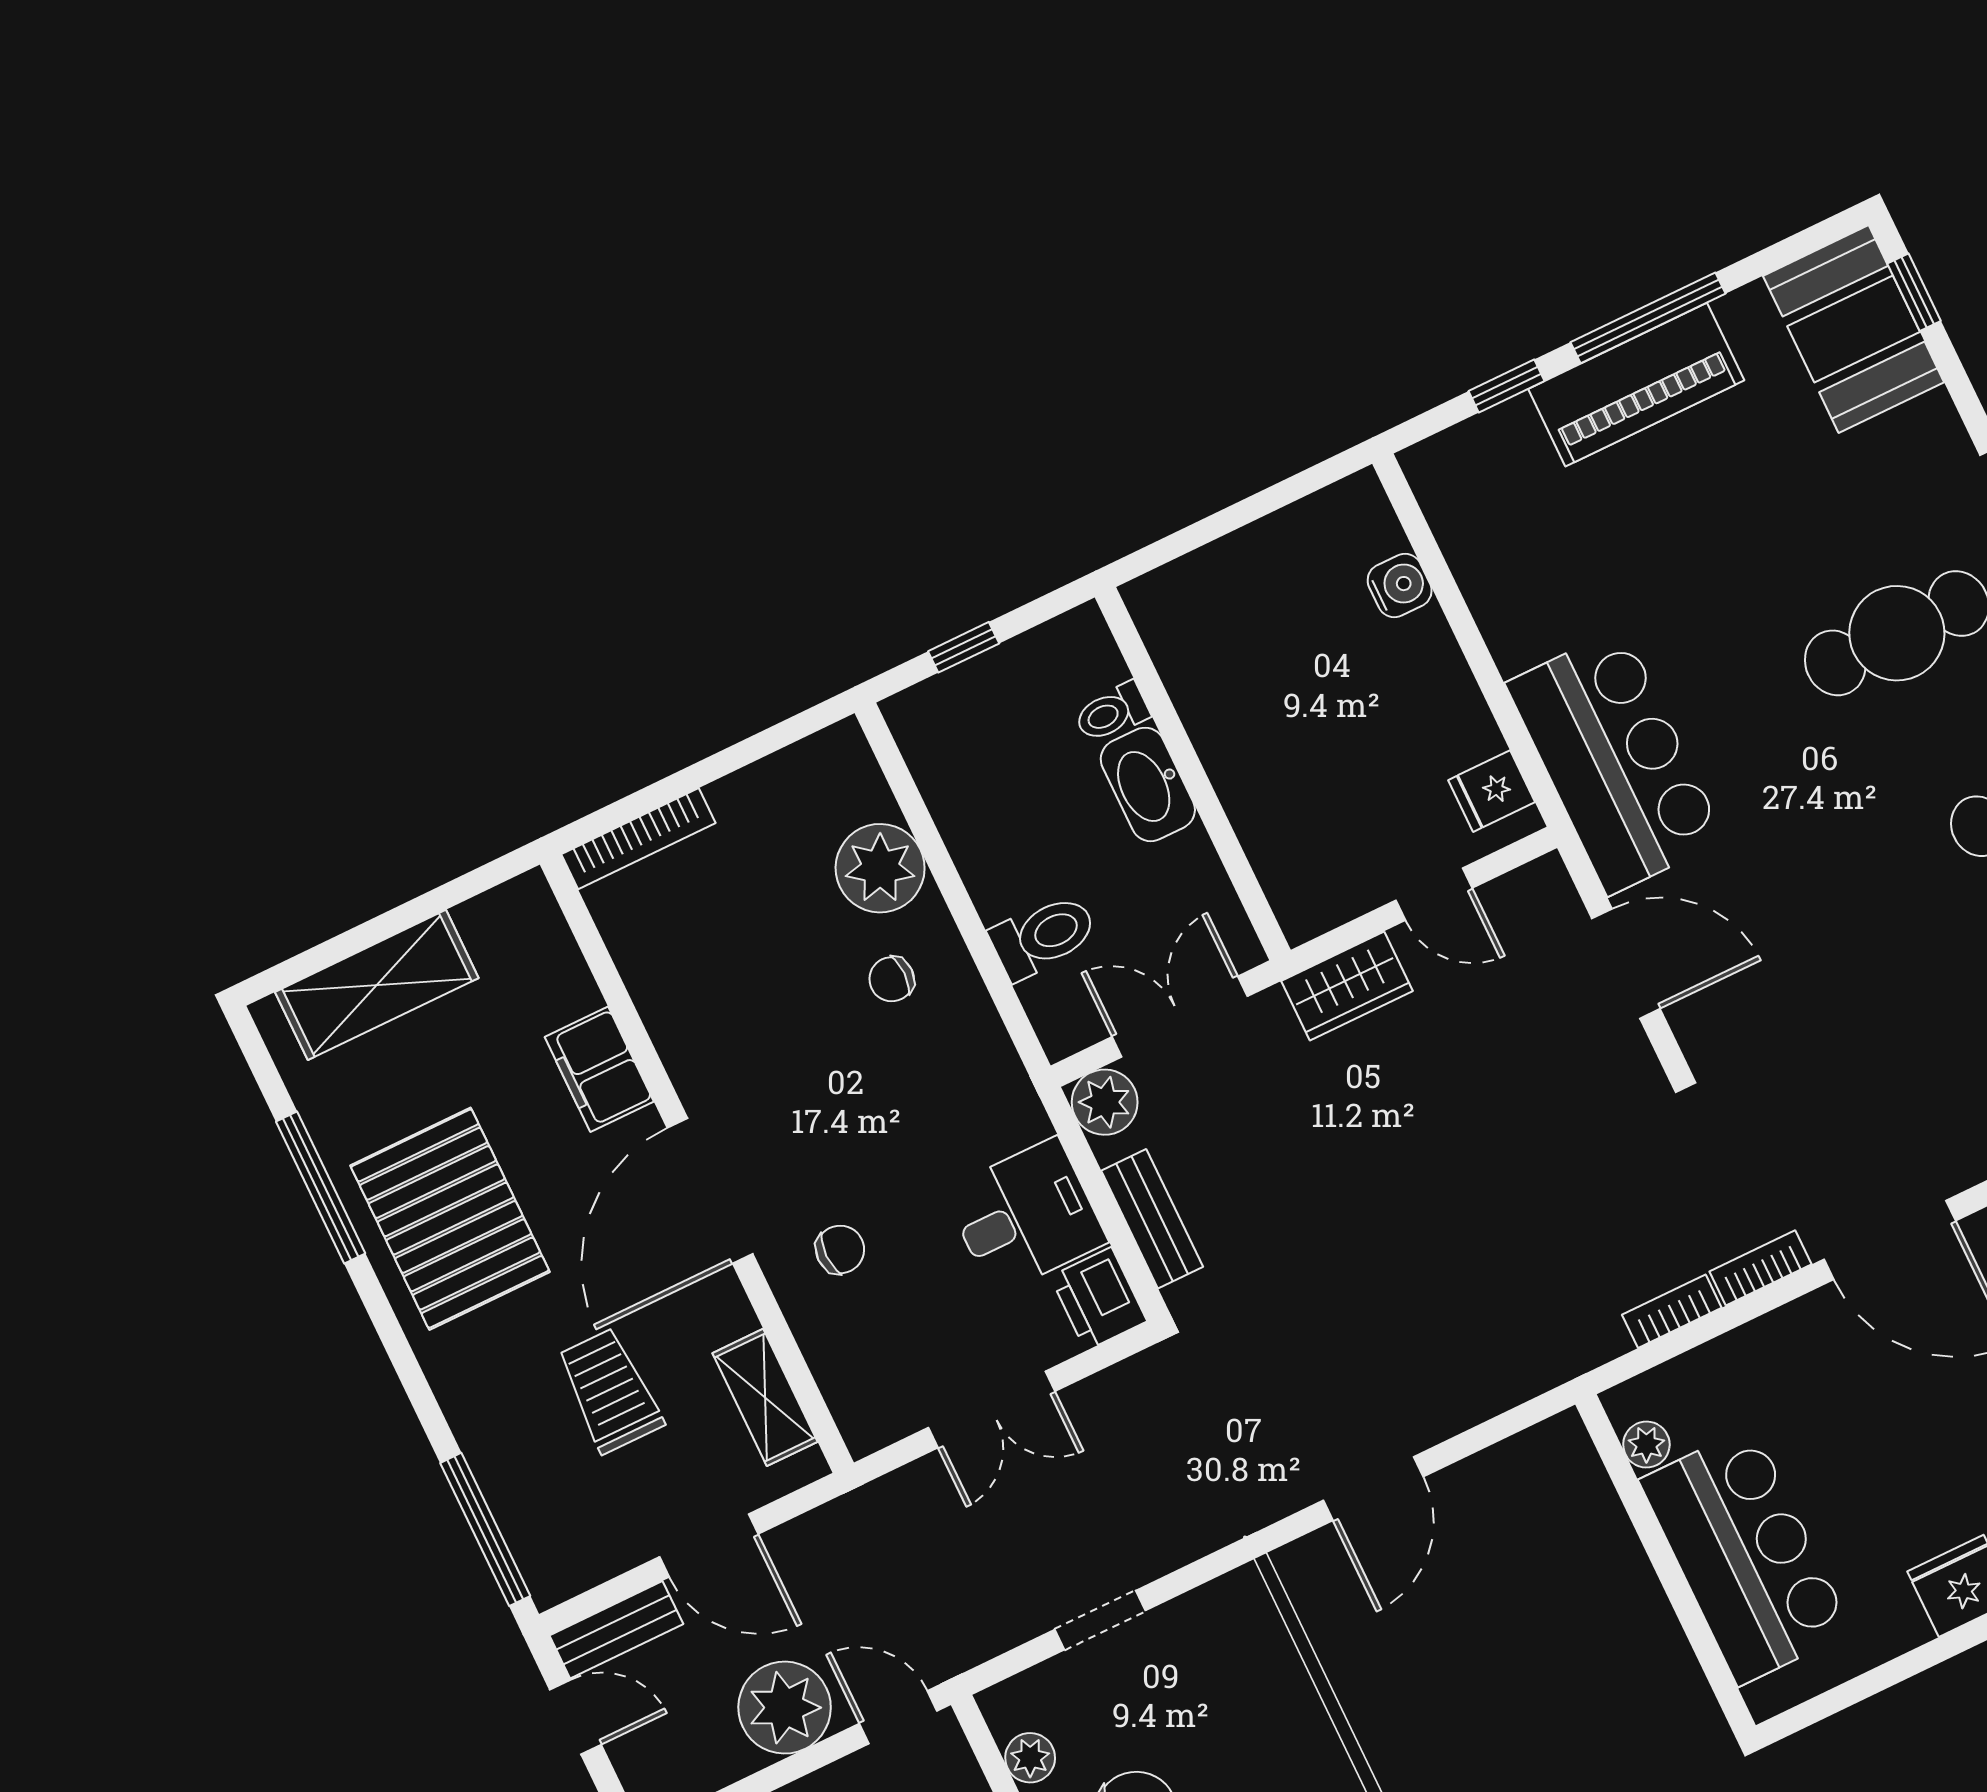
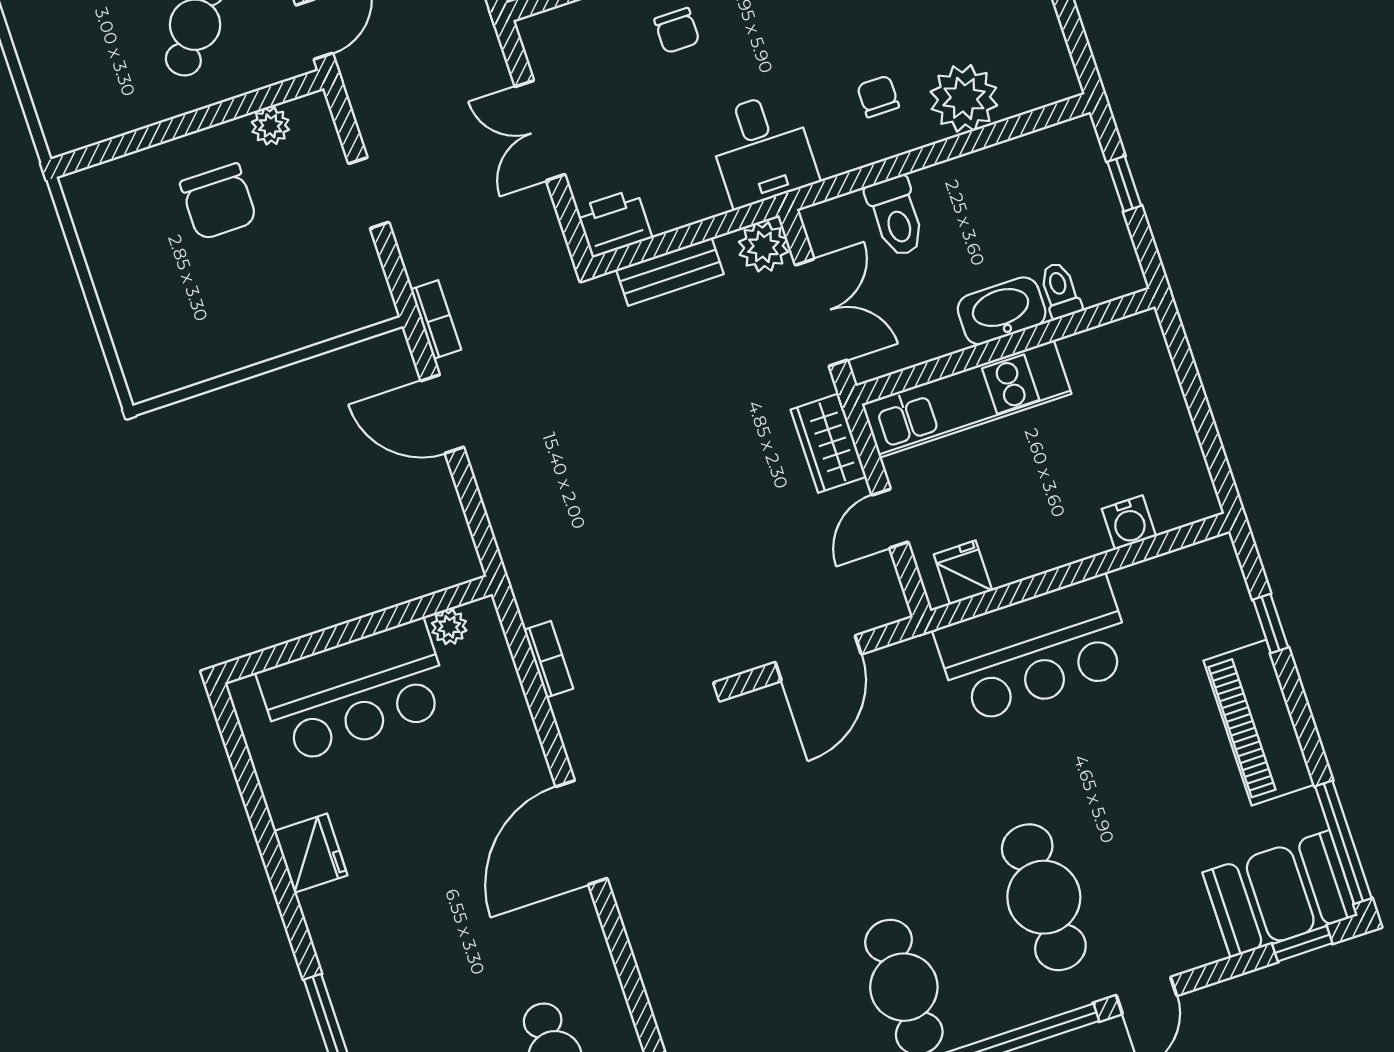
window: (1648, 318) -> (1343, 842), moved
bar counter: (1615, 762) -> (1035, 649), moved
kitchen unit: (1267, 815) -> (966, 399), added
desk: (1025, 1216) -> (762, 149), moved
bookcase: (1761, 1268) -> (436, 319), moved

